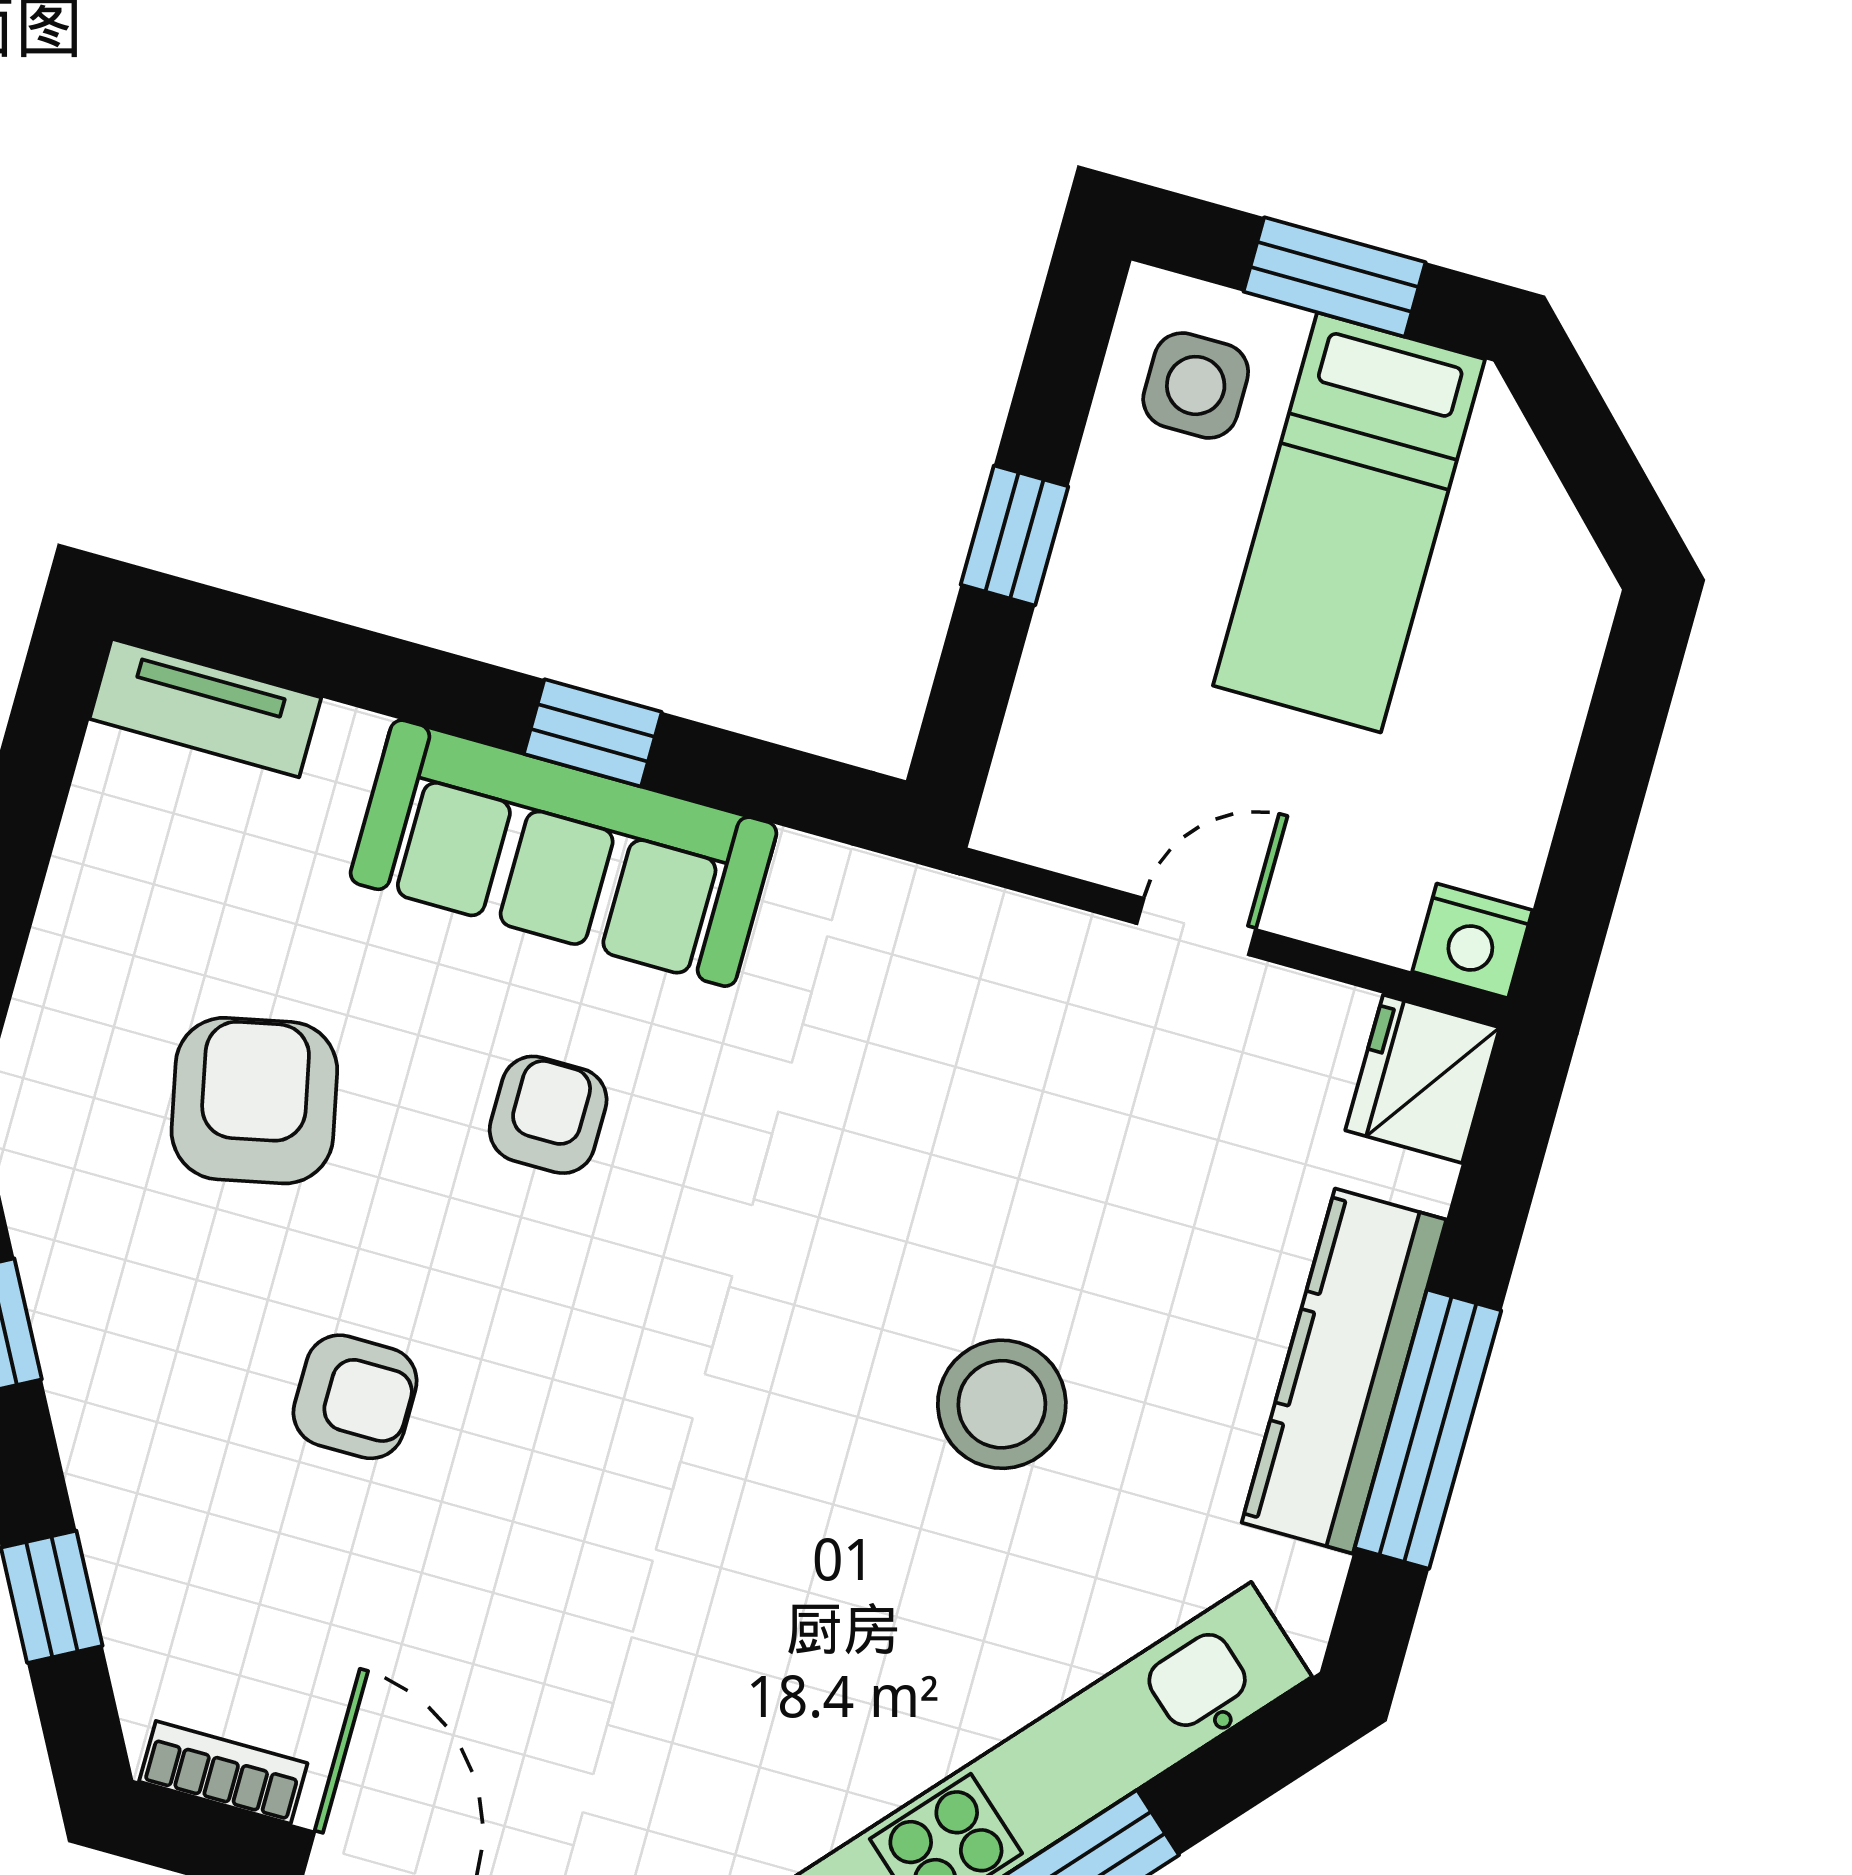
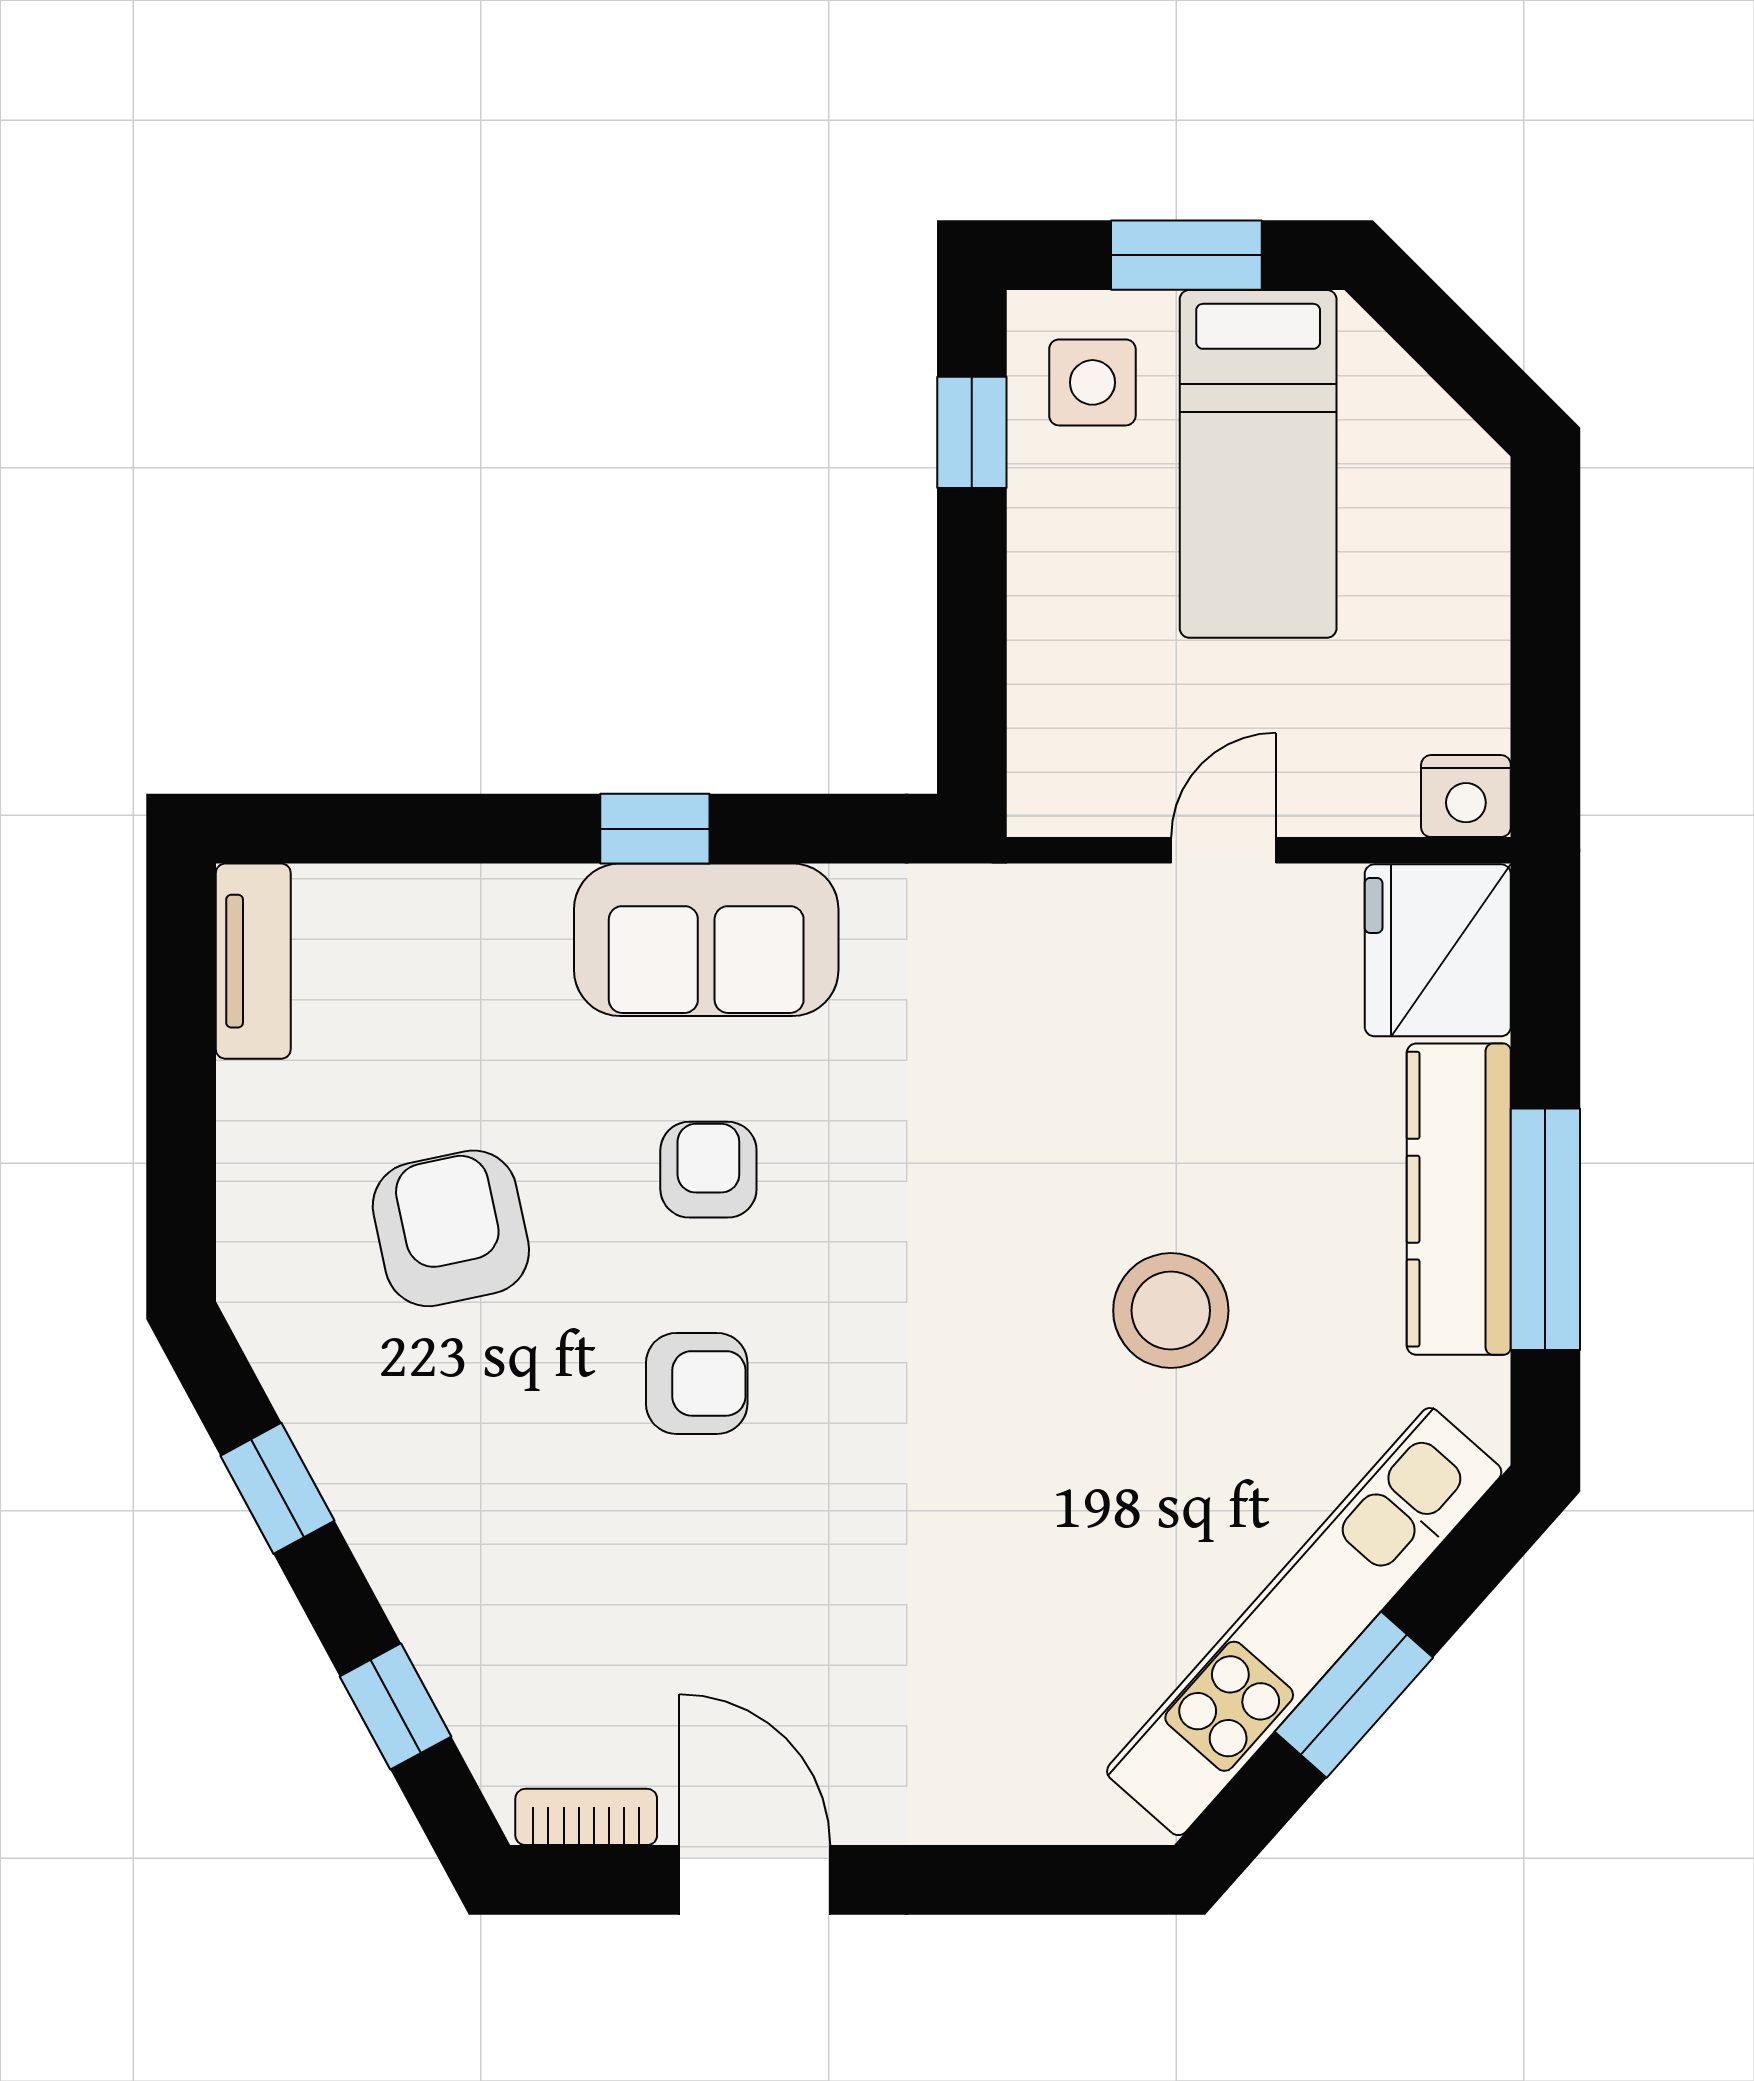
window: (1014, 536) -> (972, 432), moved
tv unit: (205, 708) -> (253, 961), moved, turned -90
sofa: (563, 853) -> (706, 940), width x0.73
fridge: (1423, 1079) -> (1438, 950), width x1.36, depth x1.34
armchair: (355, 1397) -> (697, 1383), moved

